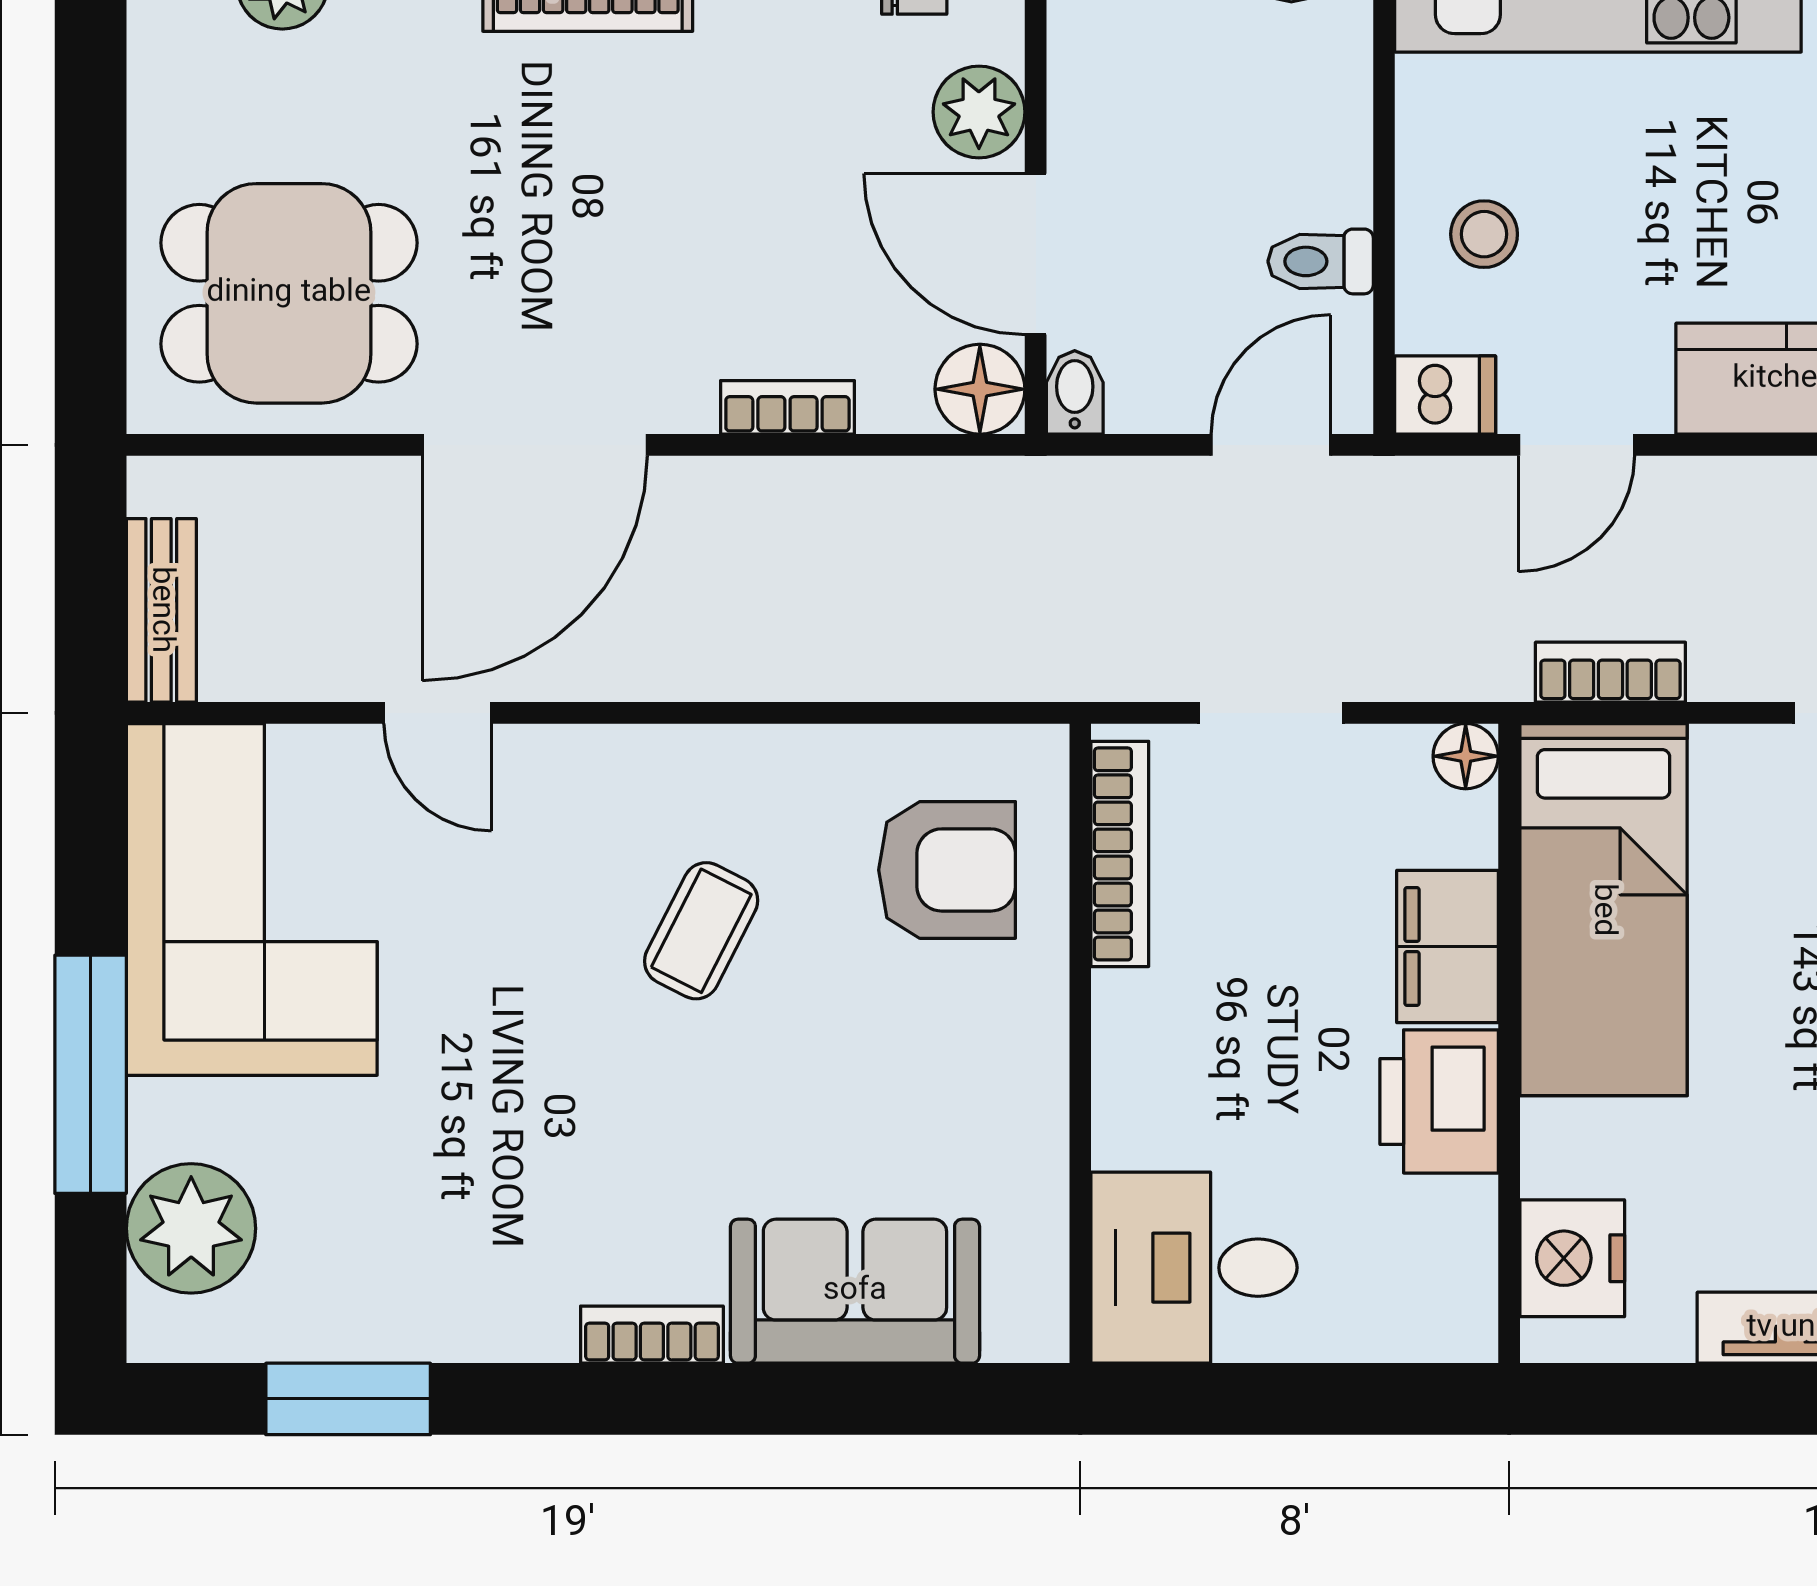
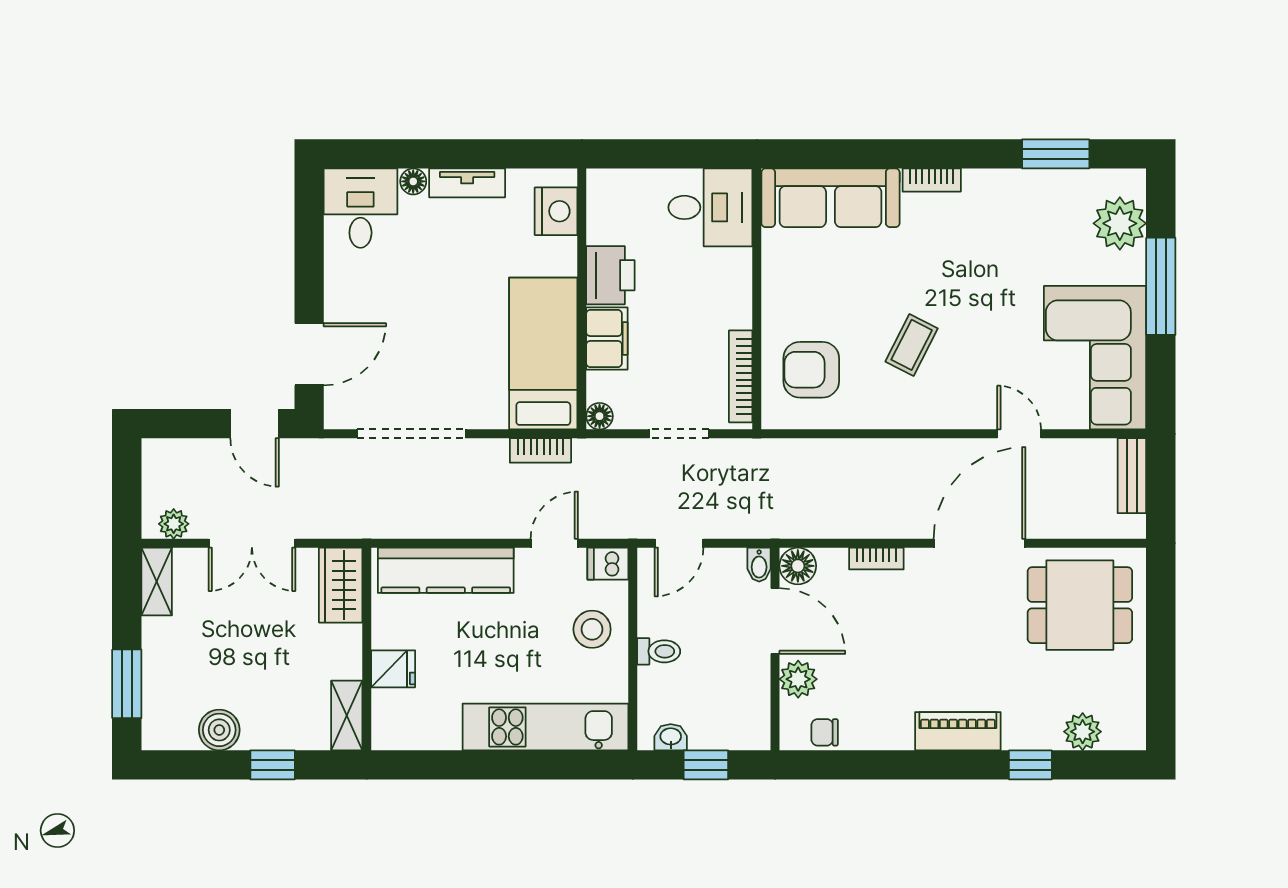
stool: (1484, 234) -> (592, 629), width x1.37, depth x1.37
toilet: (1321, 261) -> (659, 651), moved
sofa: (855, 1291) -> (830, 198), width x1.36

